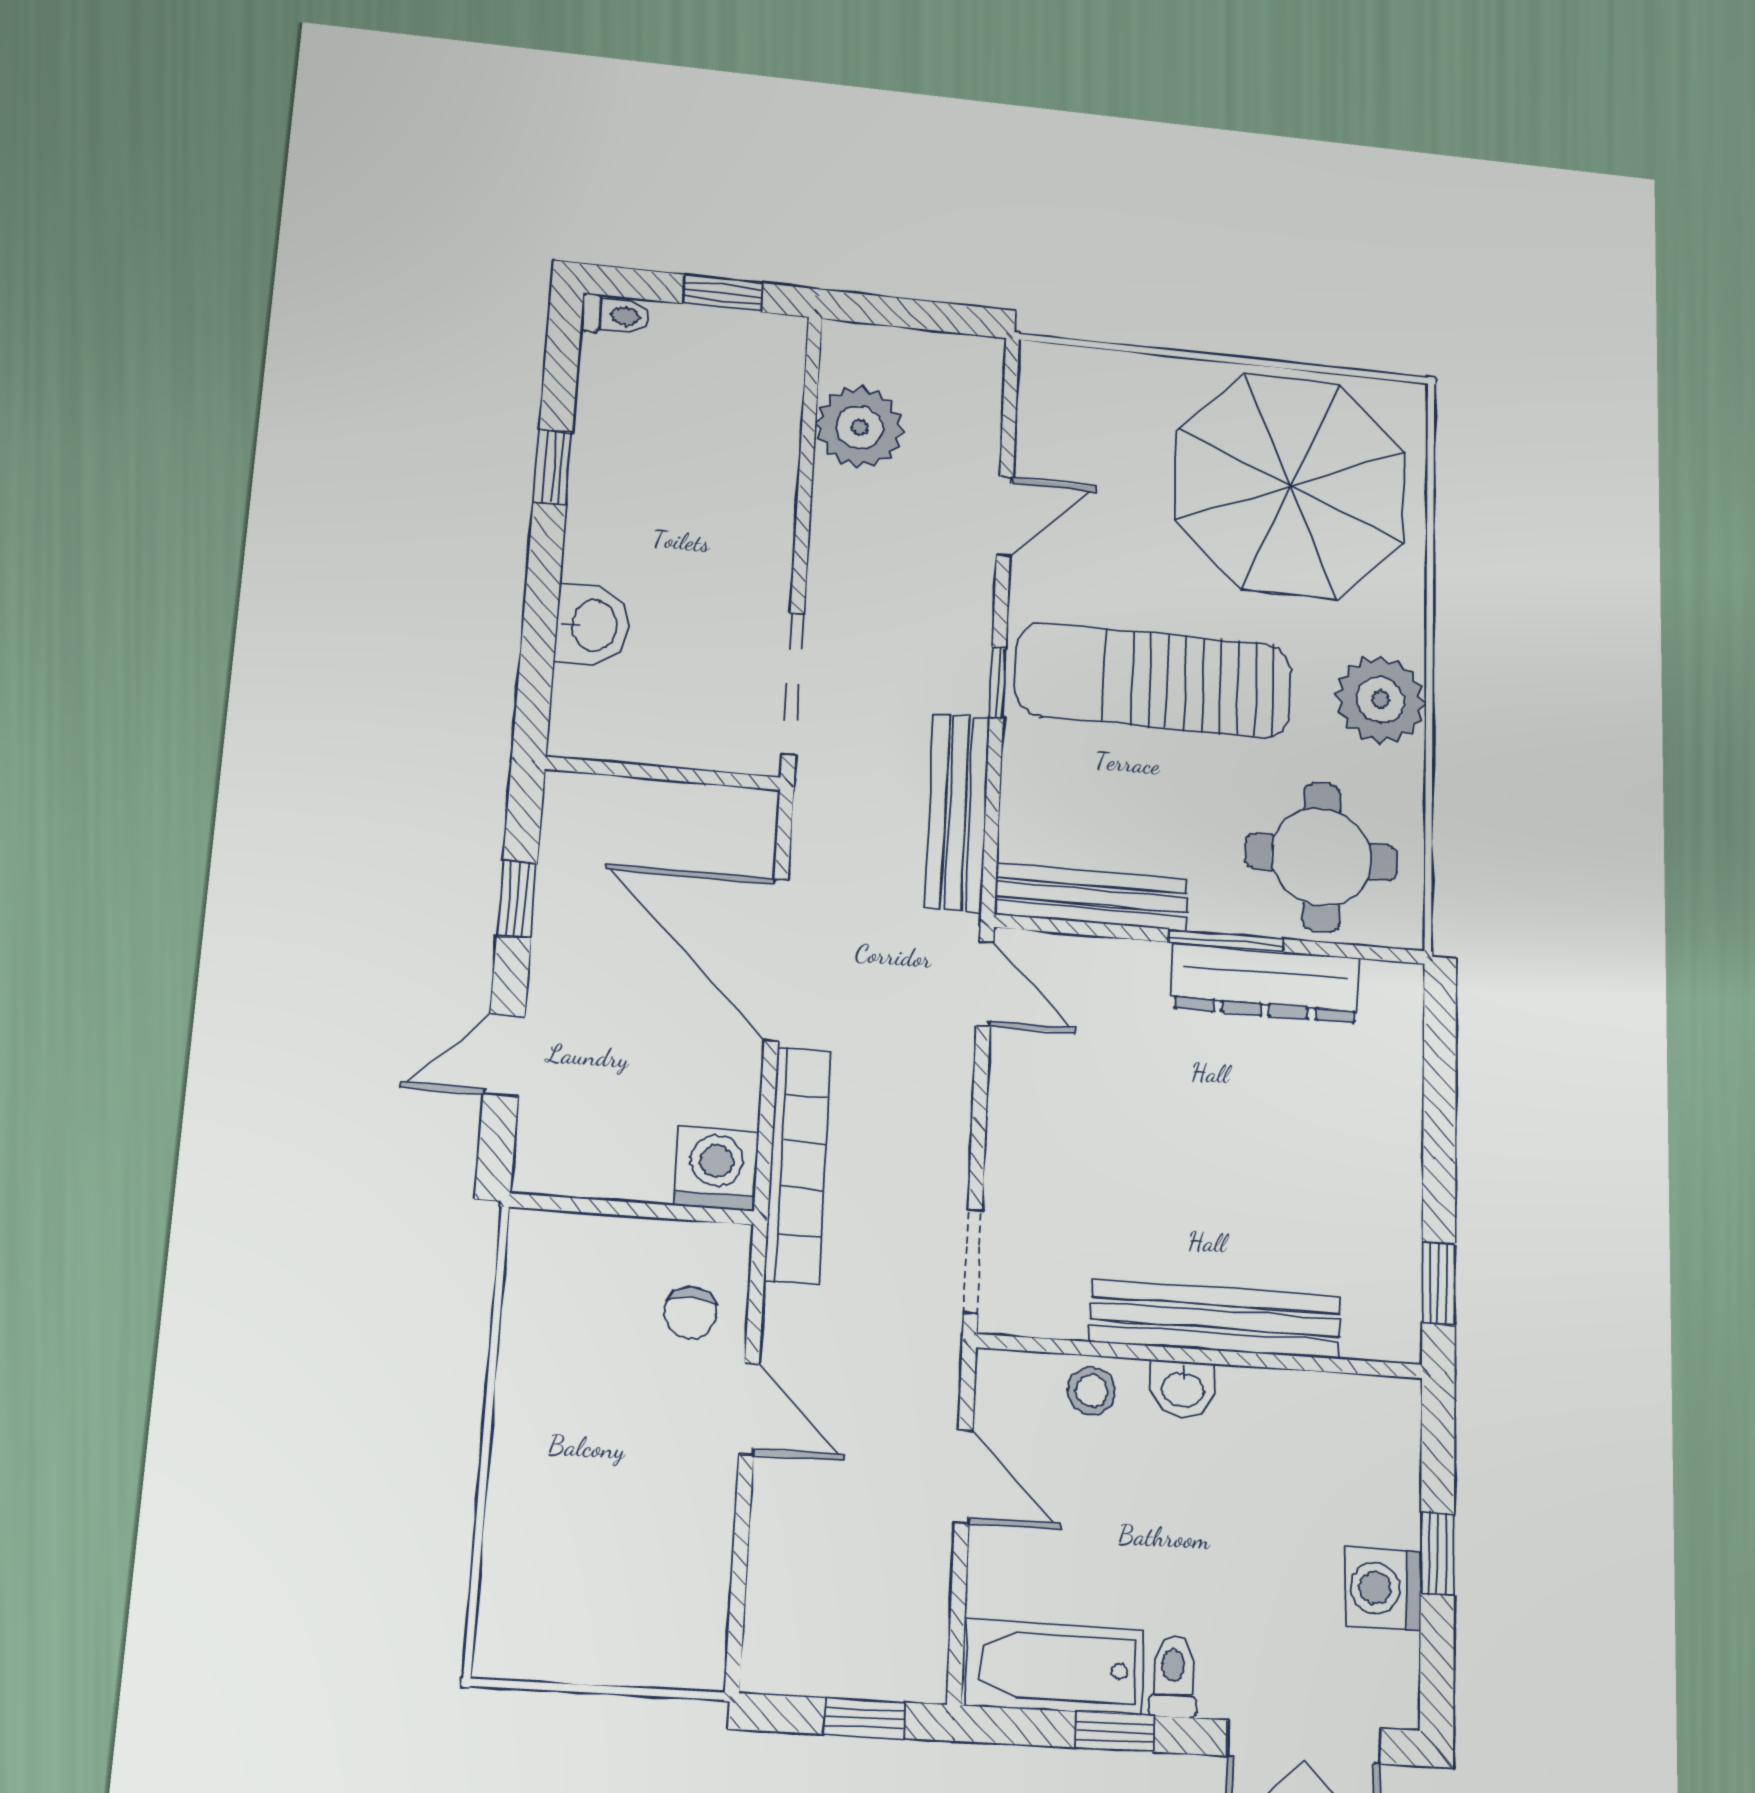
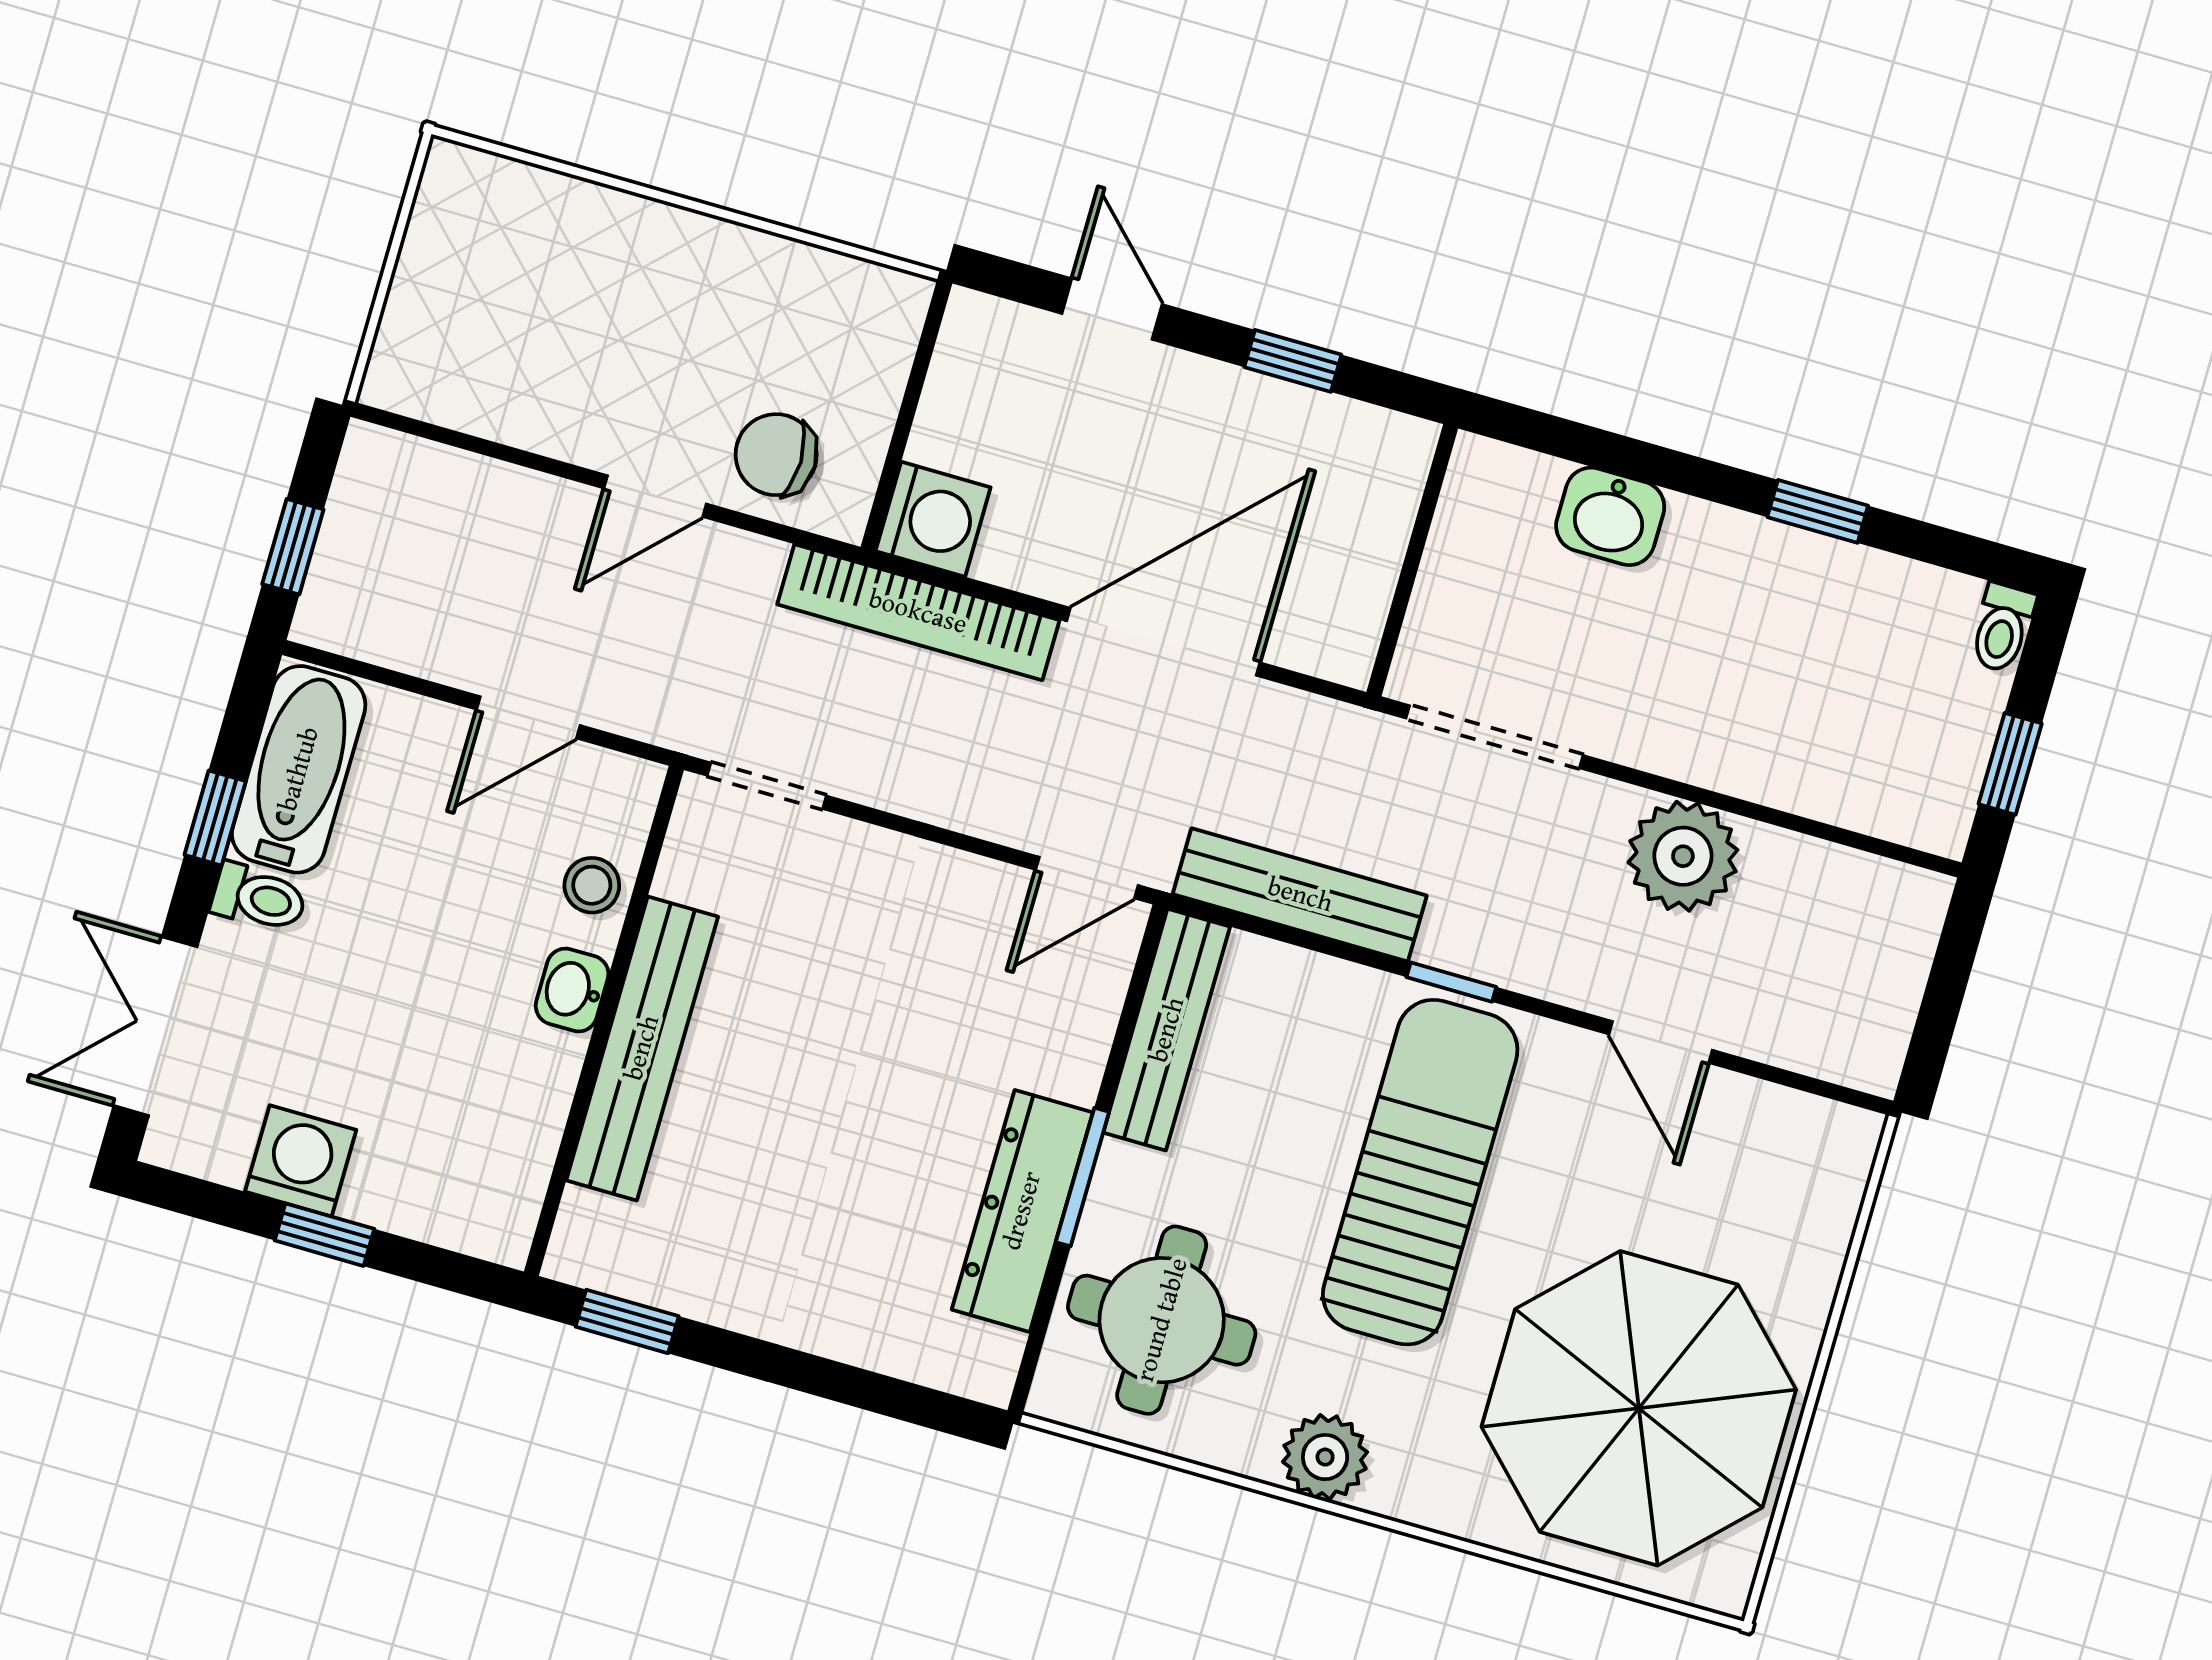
plant: (860, 427) -> (1683, 856), moved
plant: (1380, 700) -> (1325, 1457), width x0.73, depth x0.73
chair: (690, 1313) -> (776, 455), width x1.37, depth x1.37

